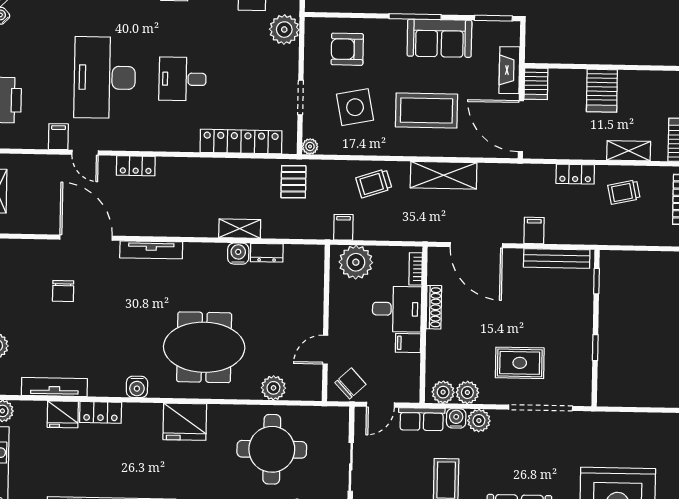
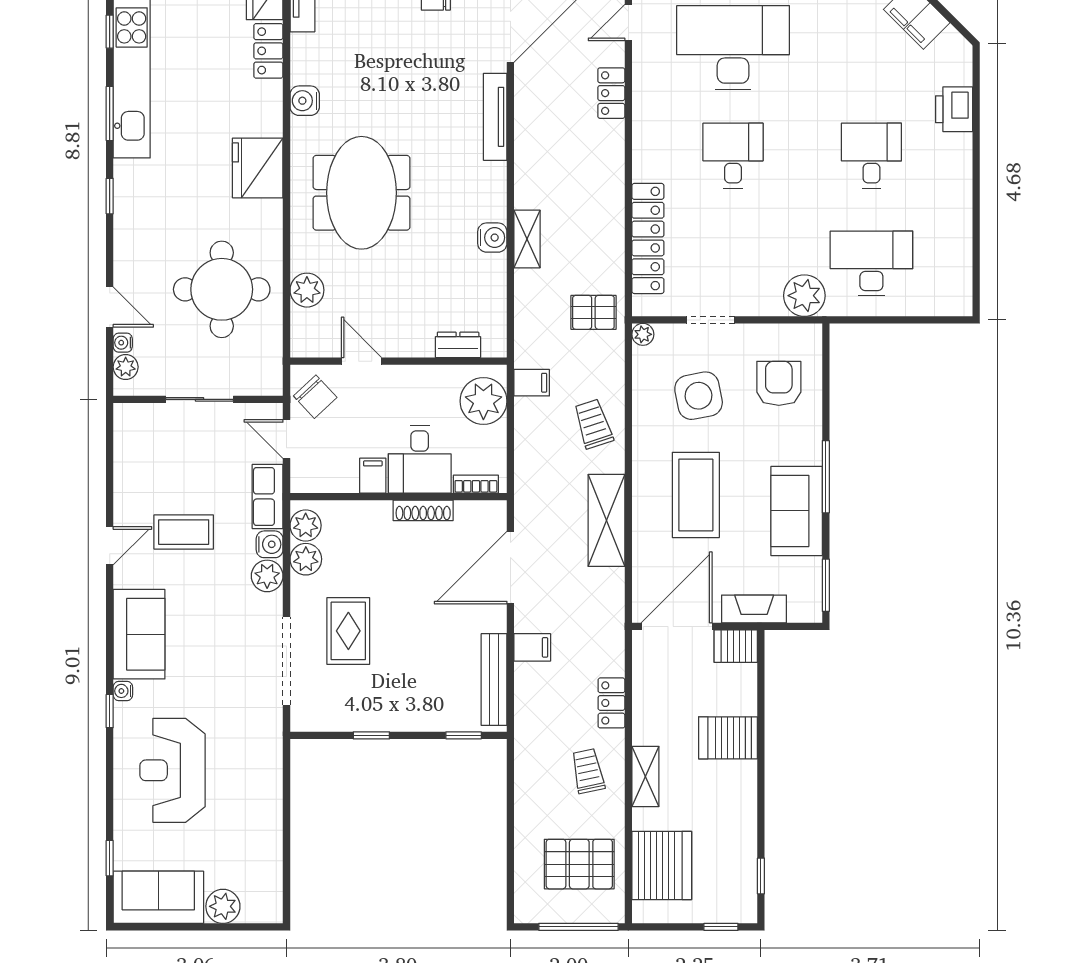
dresser: (267, 253) -> (458, 345), moved, turned 90

